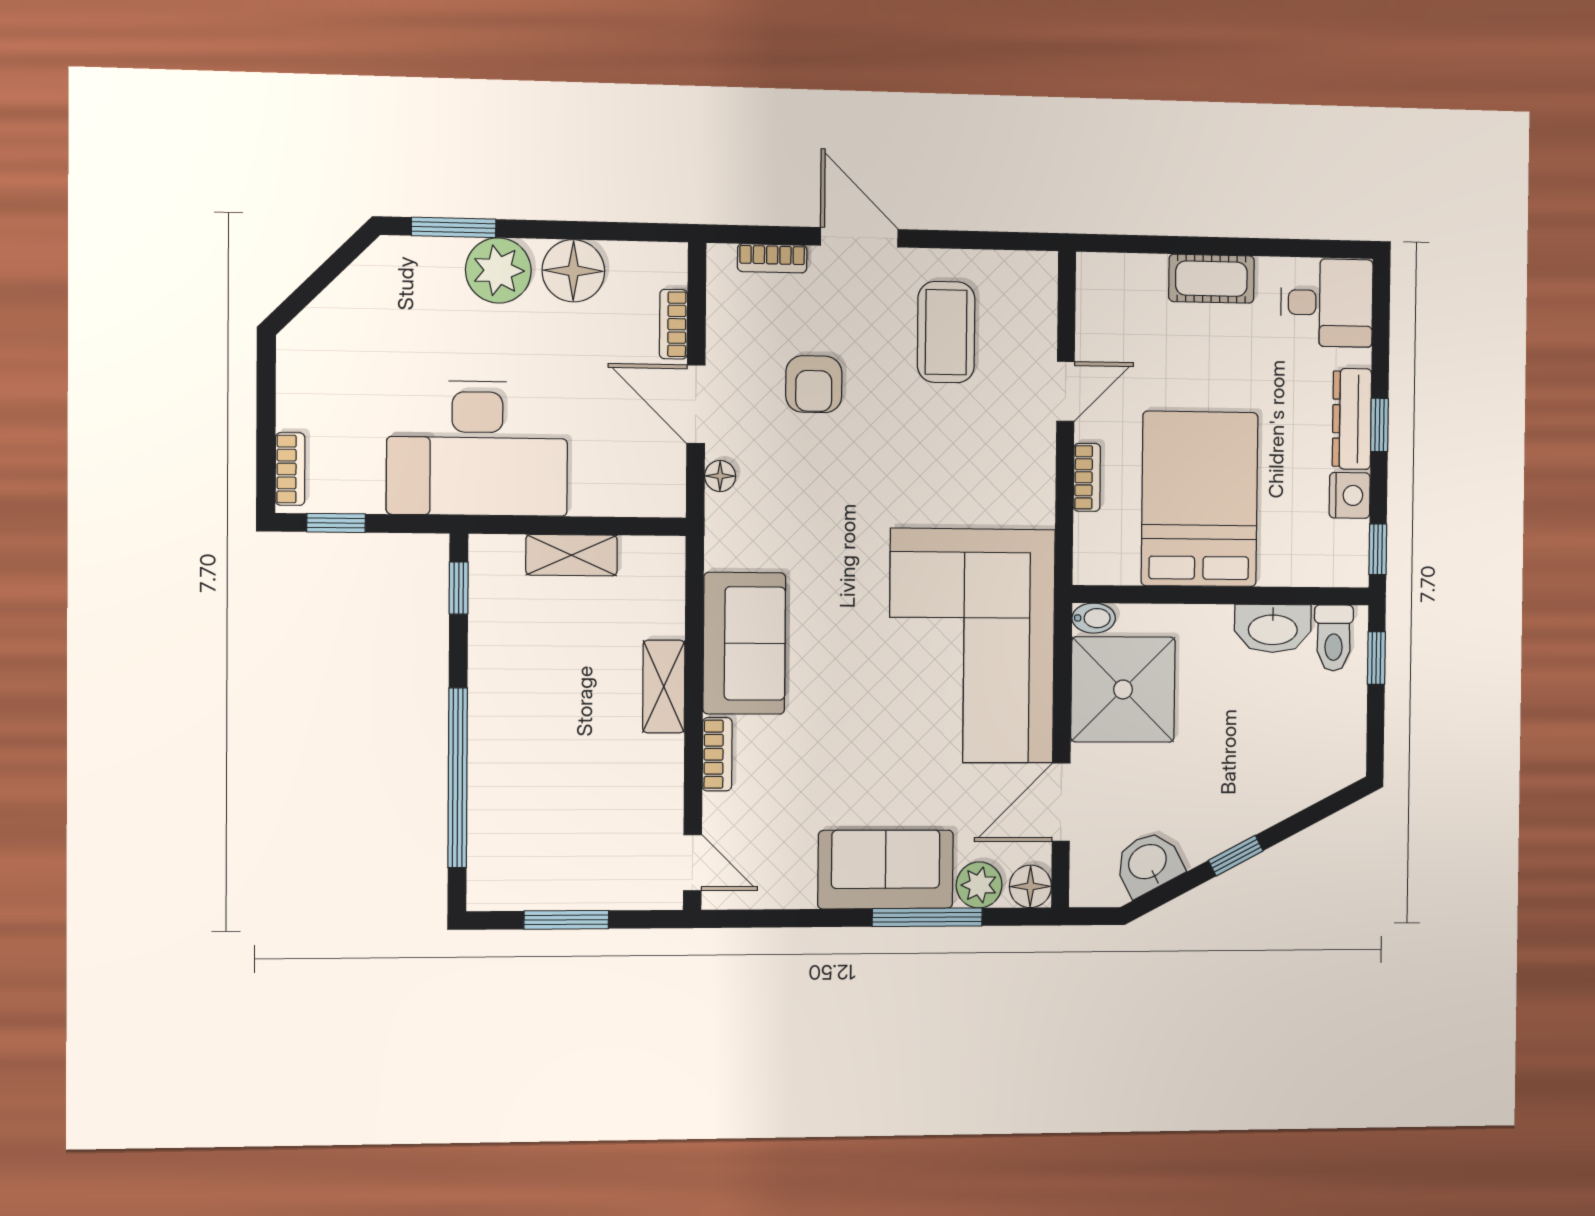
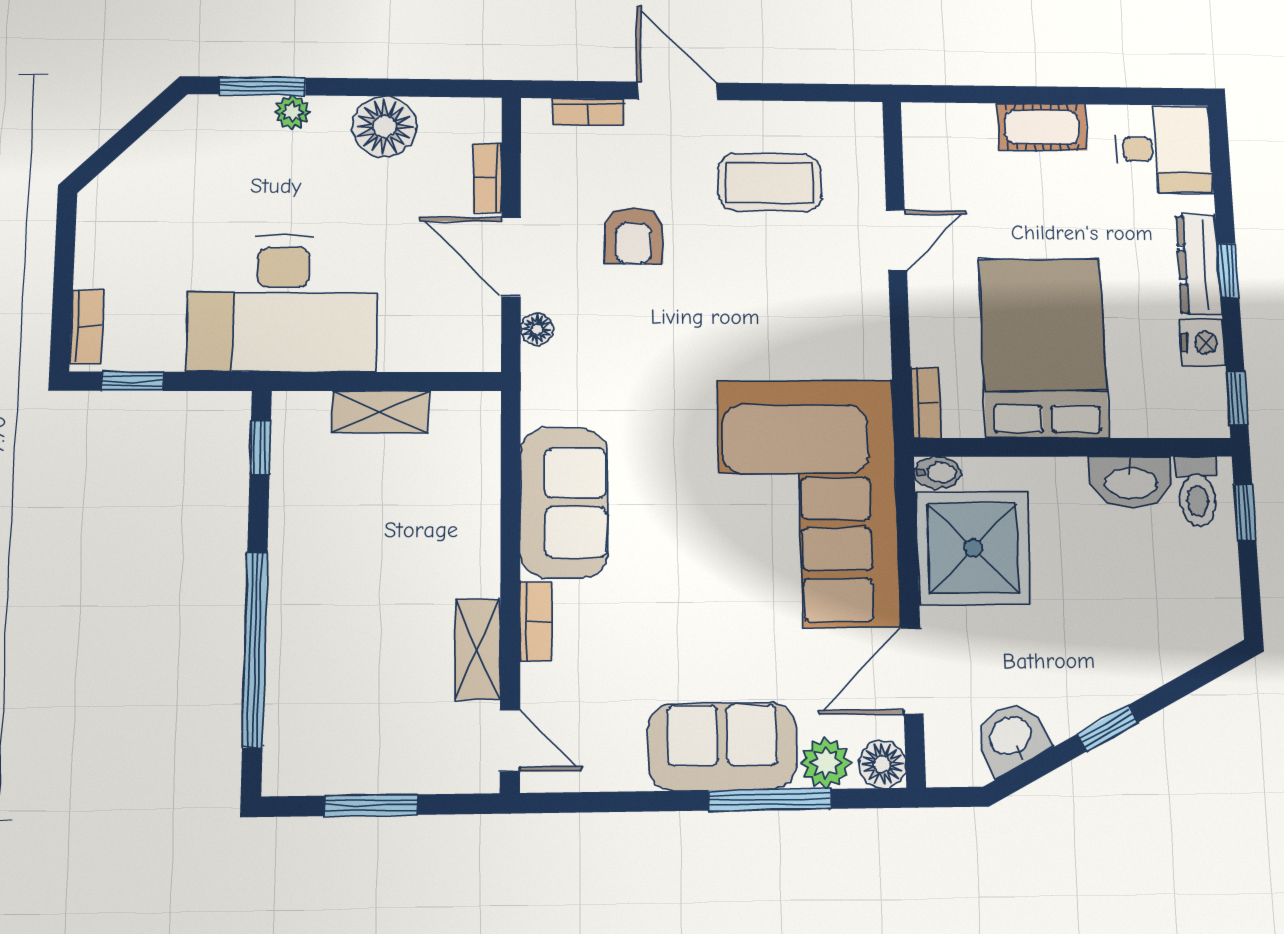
plant: (498, 270) -> (292, 112), width x0.53, depth x0.53
coffee table: (946, 332) -> (770, 183), turned 90
bookcase: (1087, 477) -> (926, 403), moved
shelving: (664, 687) -> (478, 649), moved

